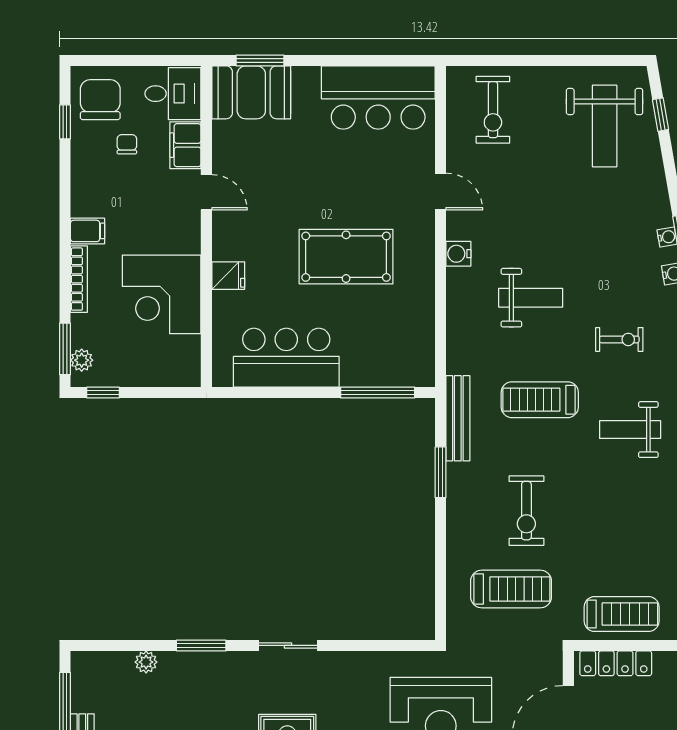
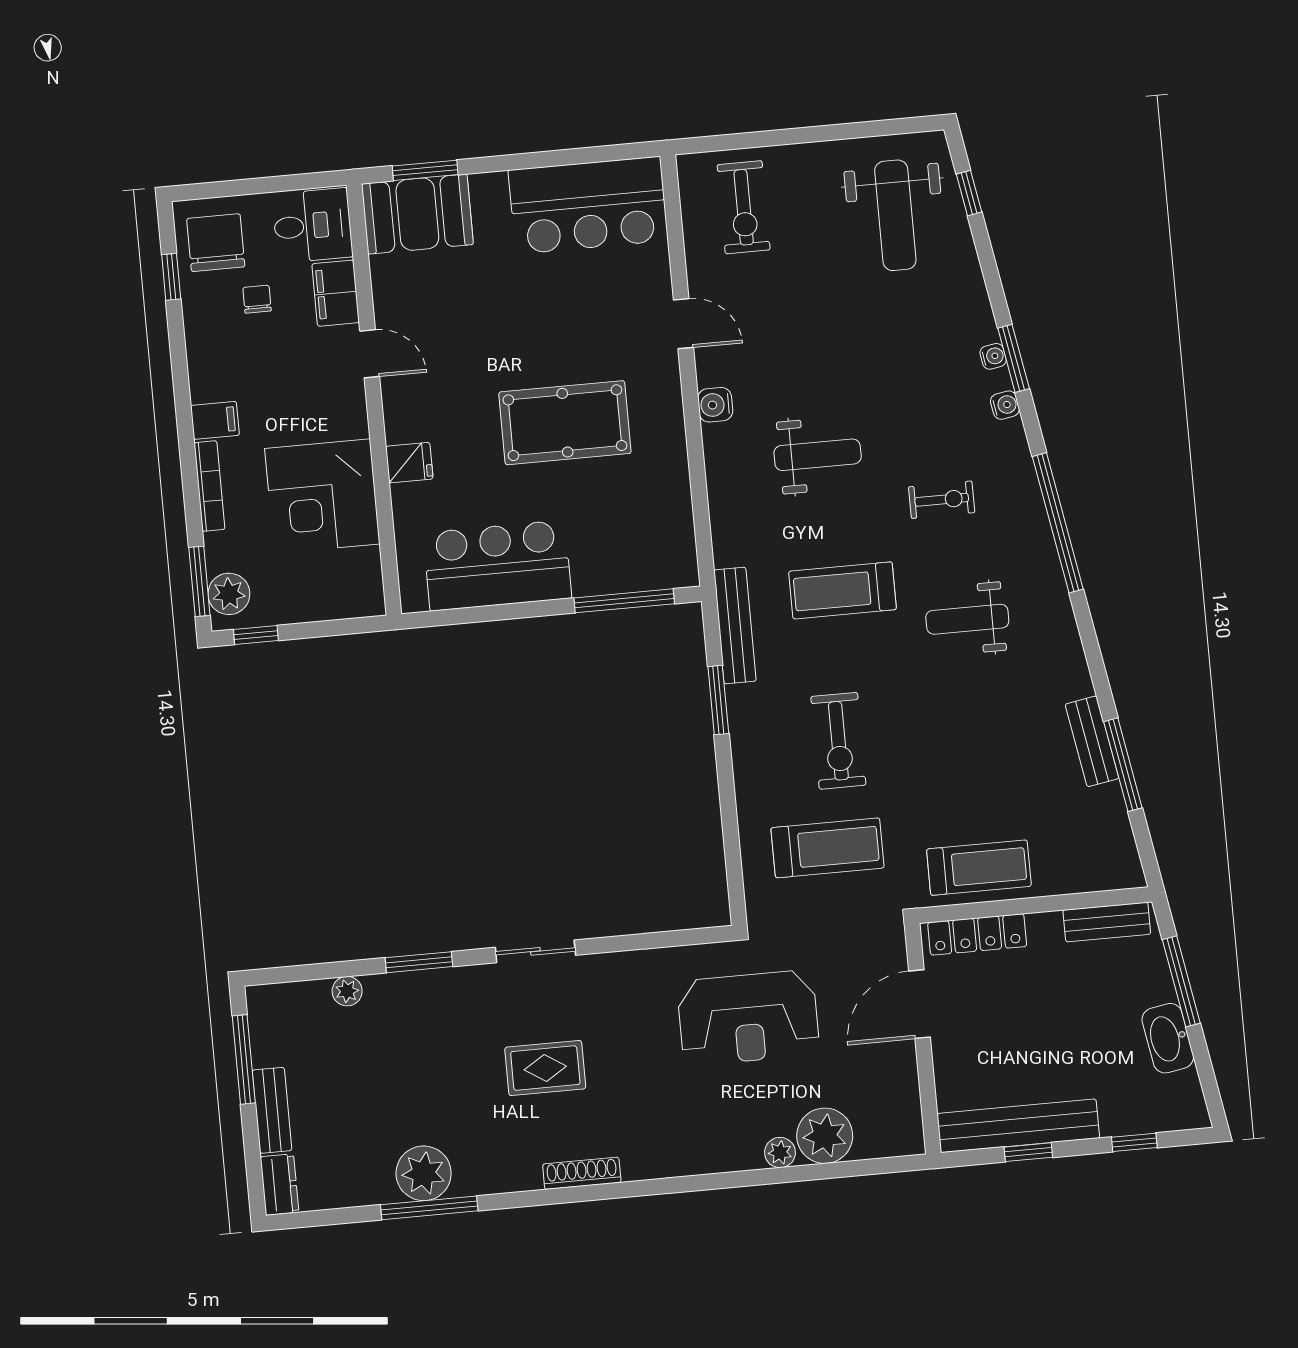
plant: (82, 360) -> (229, 594), width x1.38, depth x1.38

